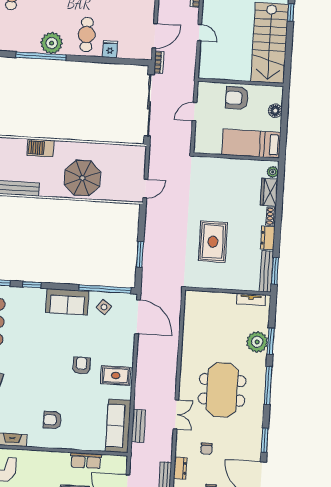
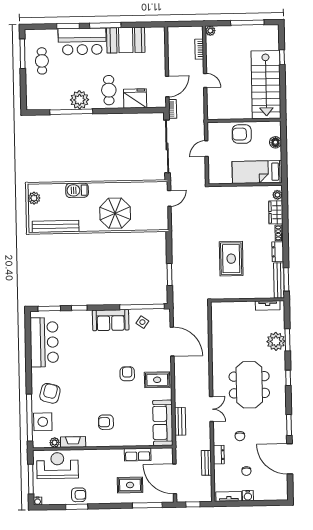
fridge: (110, 49) -> (135, 99), width x1.88, depth x1.34
door: (145, 189) -> (169, 198), moved
door: (137, 317) -> (172, 342), moved
window: (268, 385) -> (288, 378), width x0.46

